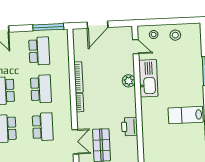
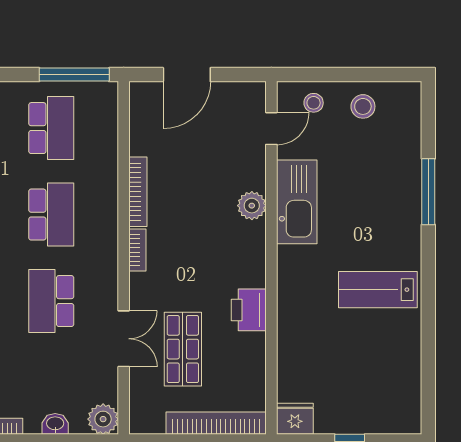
door: (136, 47) -> (271, 129), hinge flipped
school desk: (43, 127) -> (51, 301), turned 180

